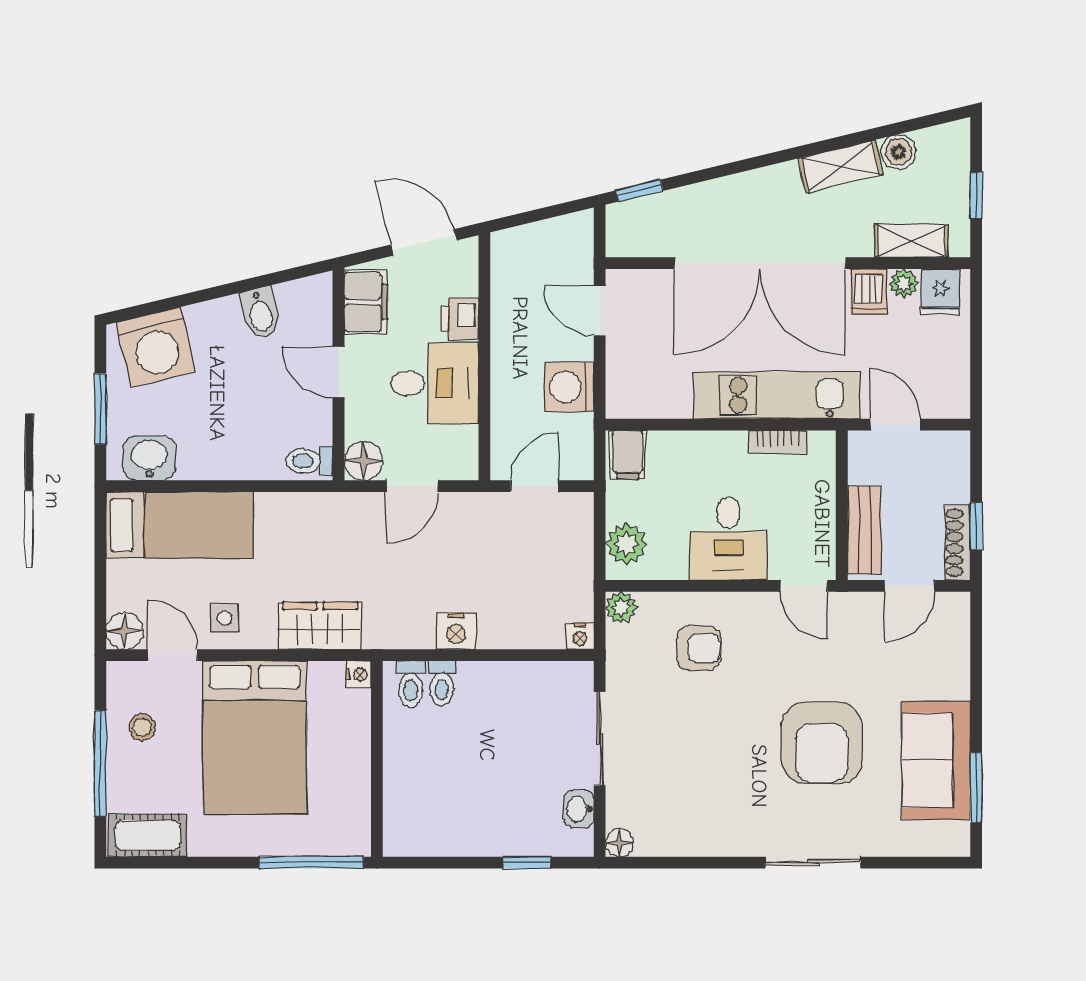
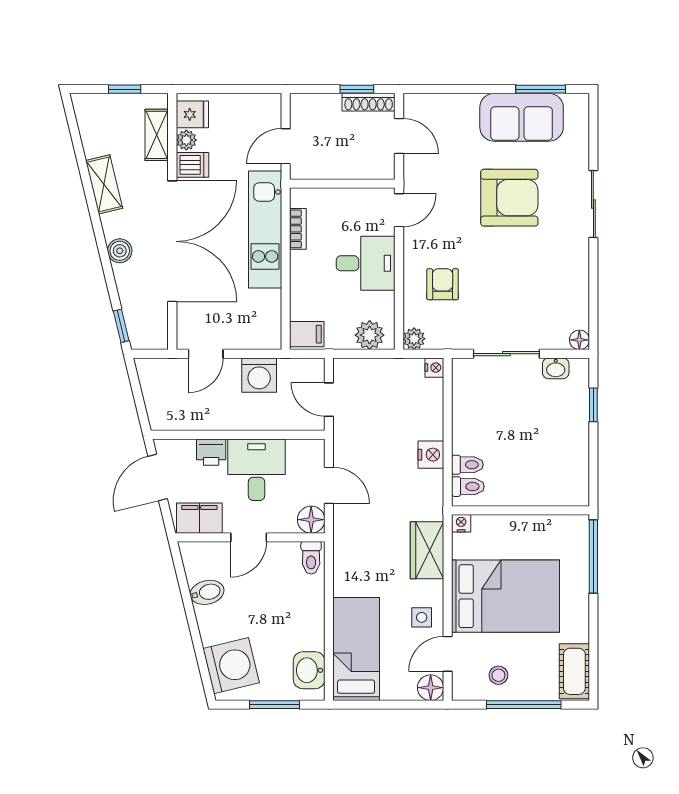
boiler: (899, 152) -> (120, 251), moved
bench: (864, 530) -> (360, 168), removed

